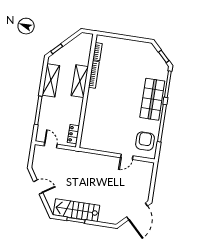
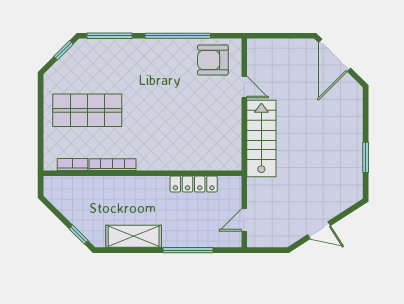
shelving: (80, 81) -> (127, 187), removed
shop shelf: (152, 99) -> (87, 110), moved
locker: (73, 134) -> (194, 184), moved, width x1.53
door: (38, 187) -> (319, 230), swing flipped
stairs: (76, 210) -> (261, 138), moved, turned 180
door: (137, 211) -> (335, 55), swing flipped

